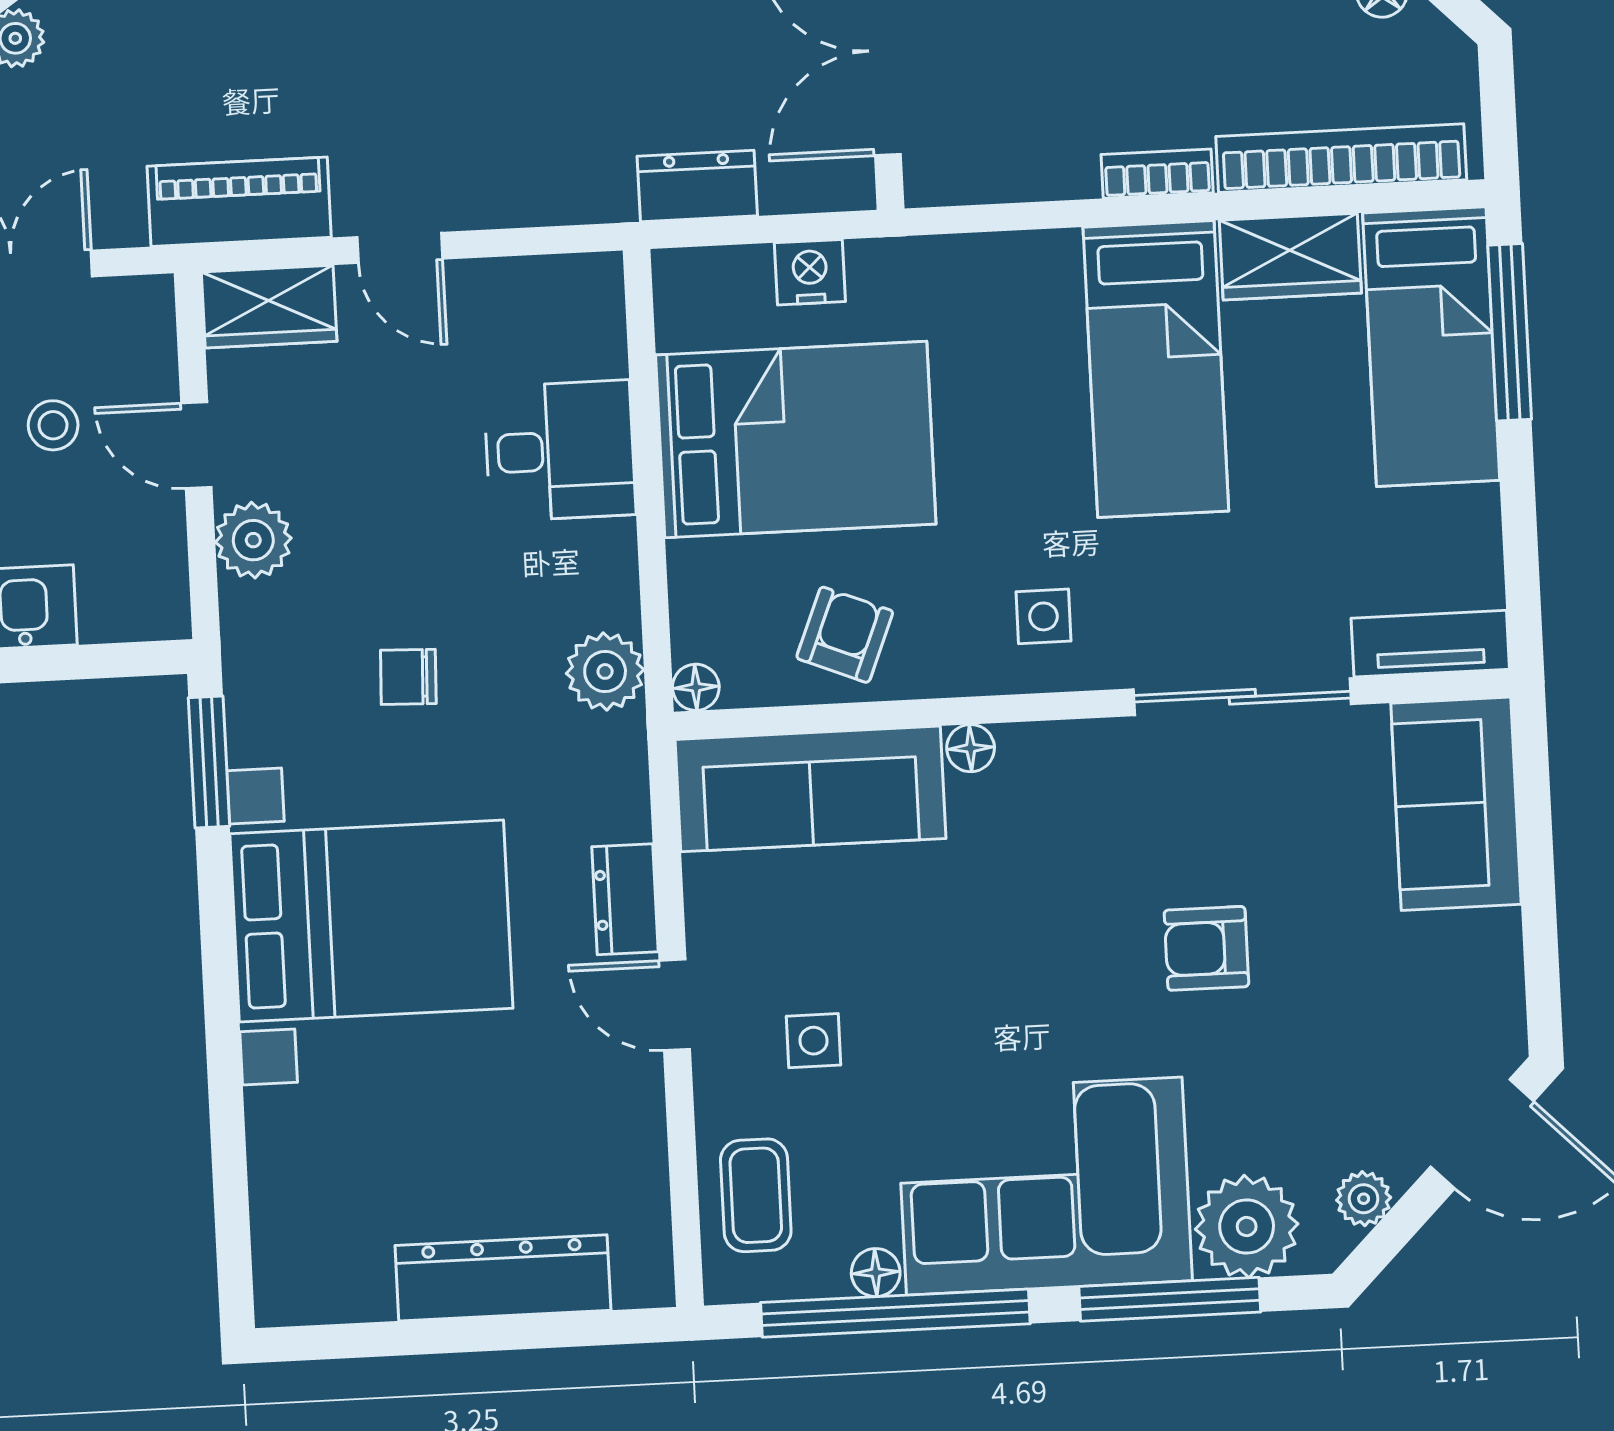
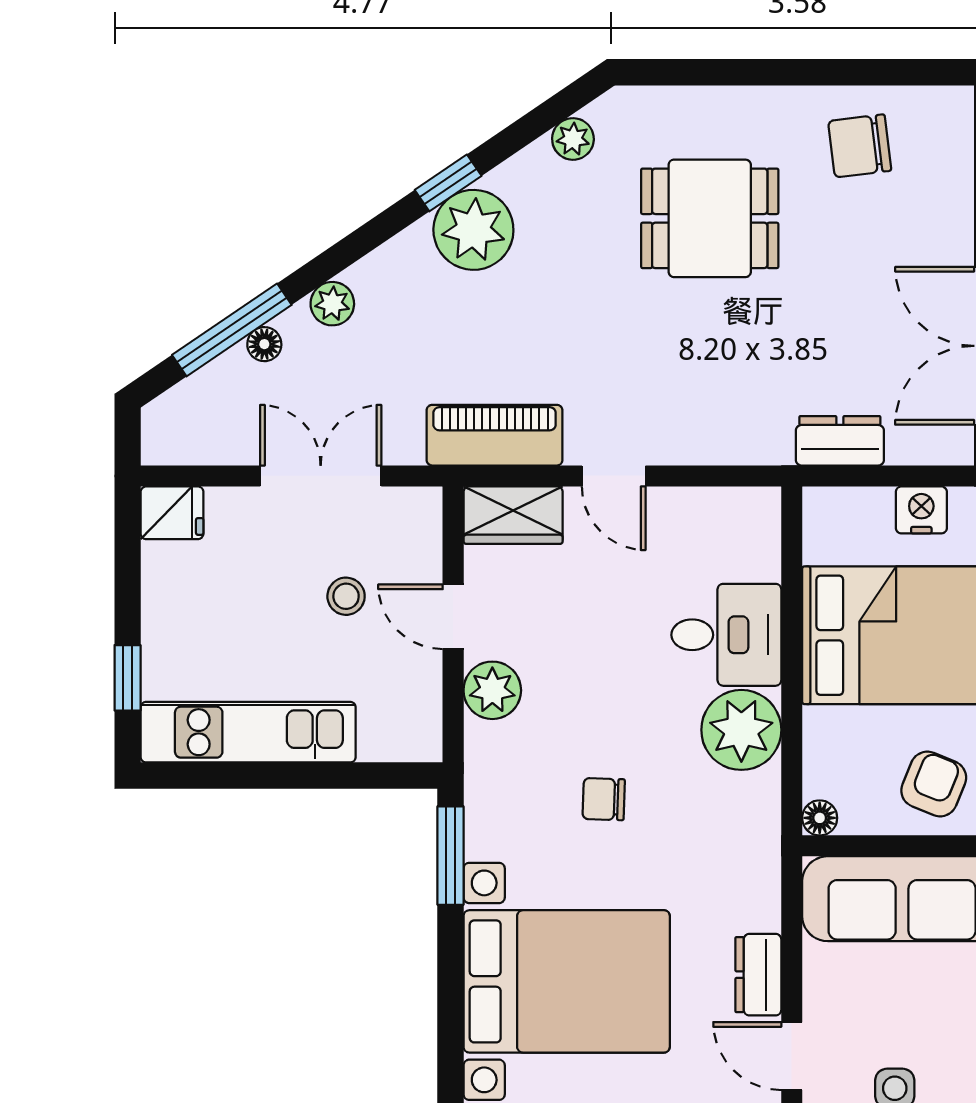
plant: (605, 671) -> (741, 730), moved, width x1.36, depth x1.36

